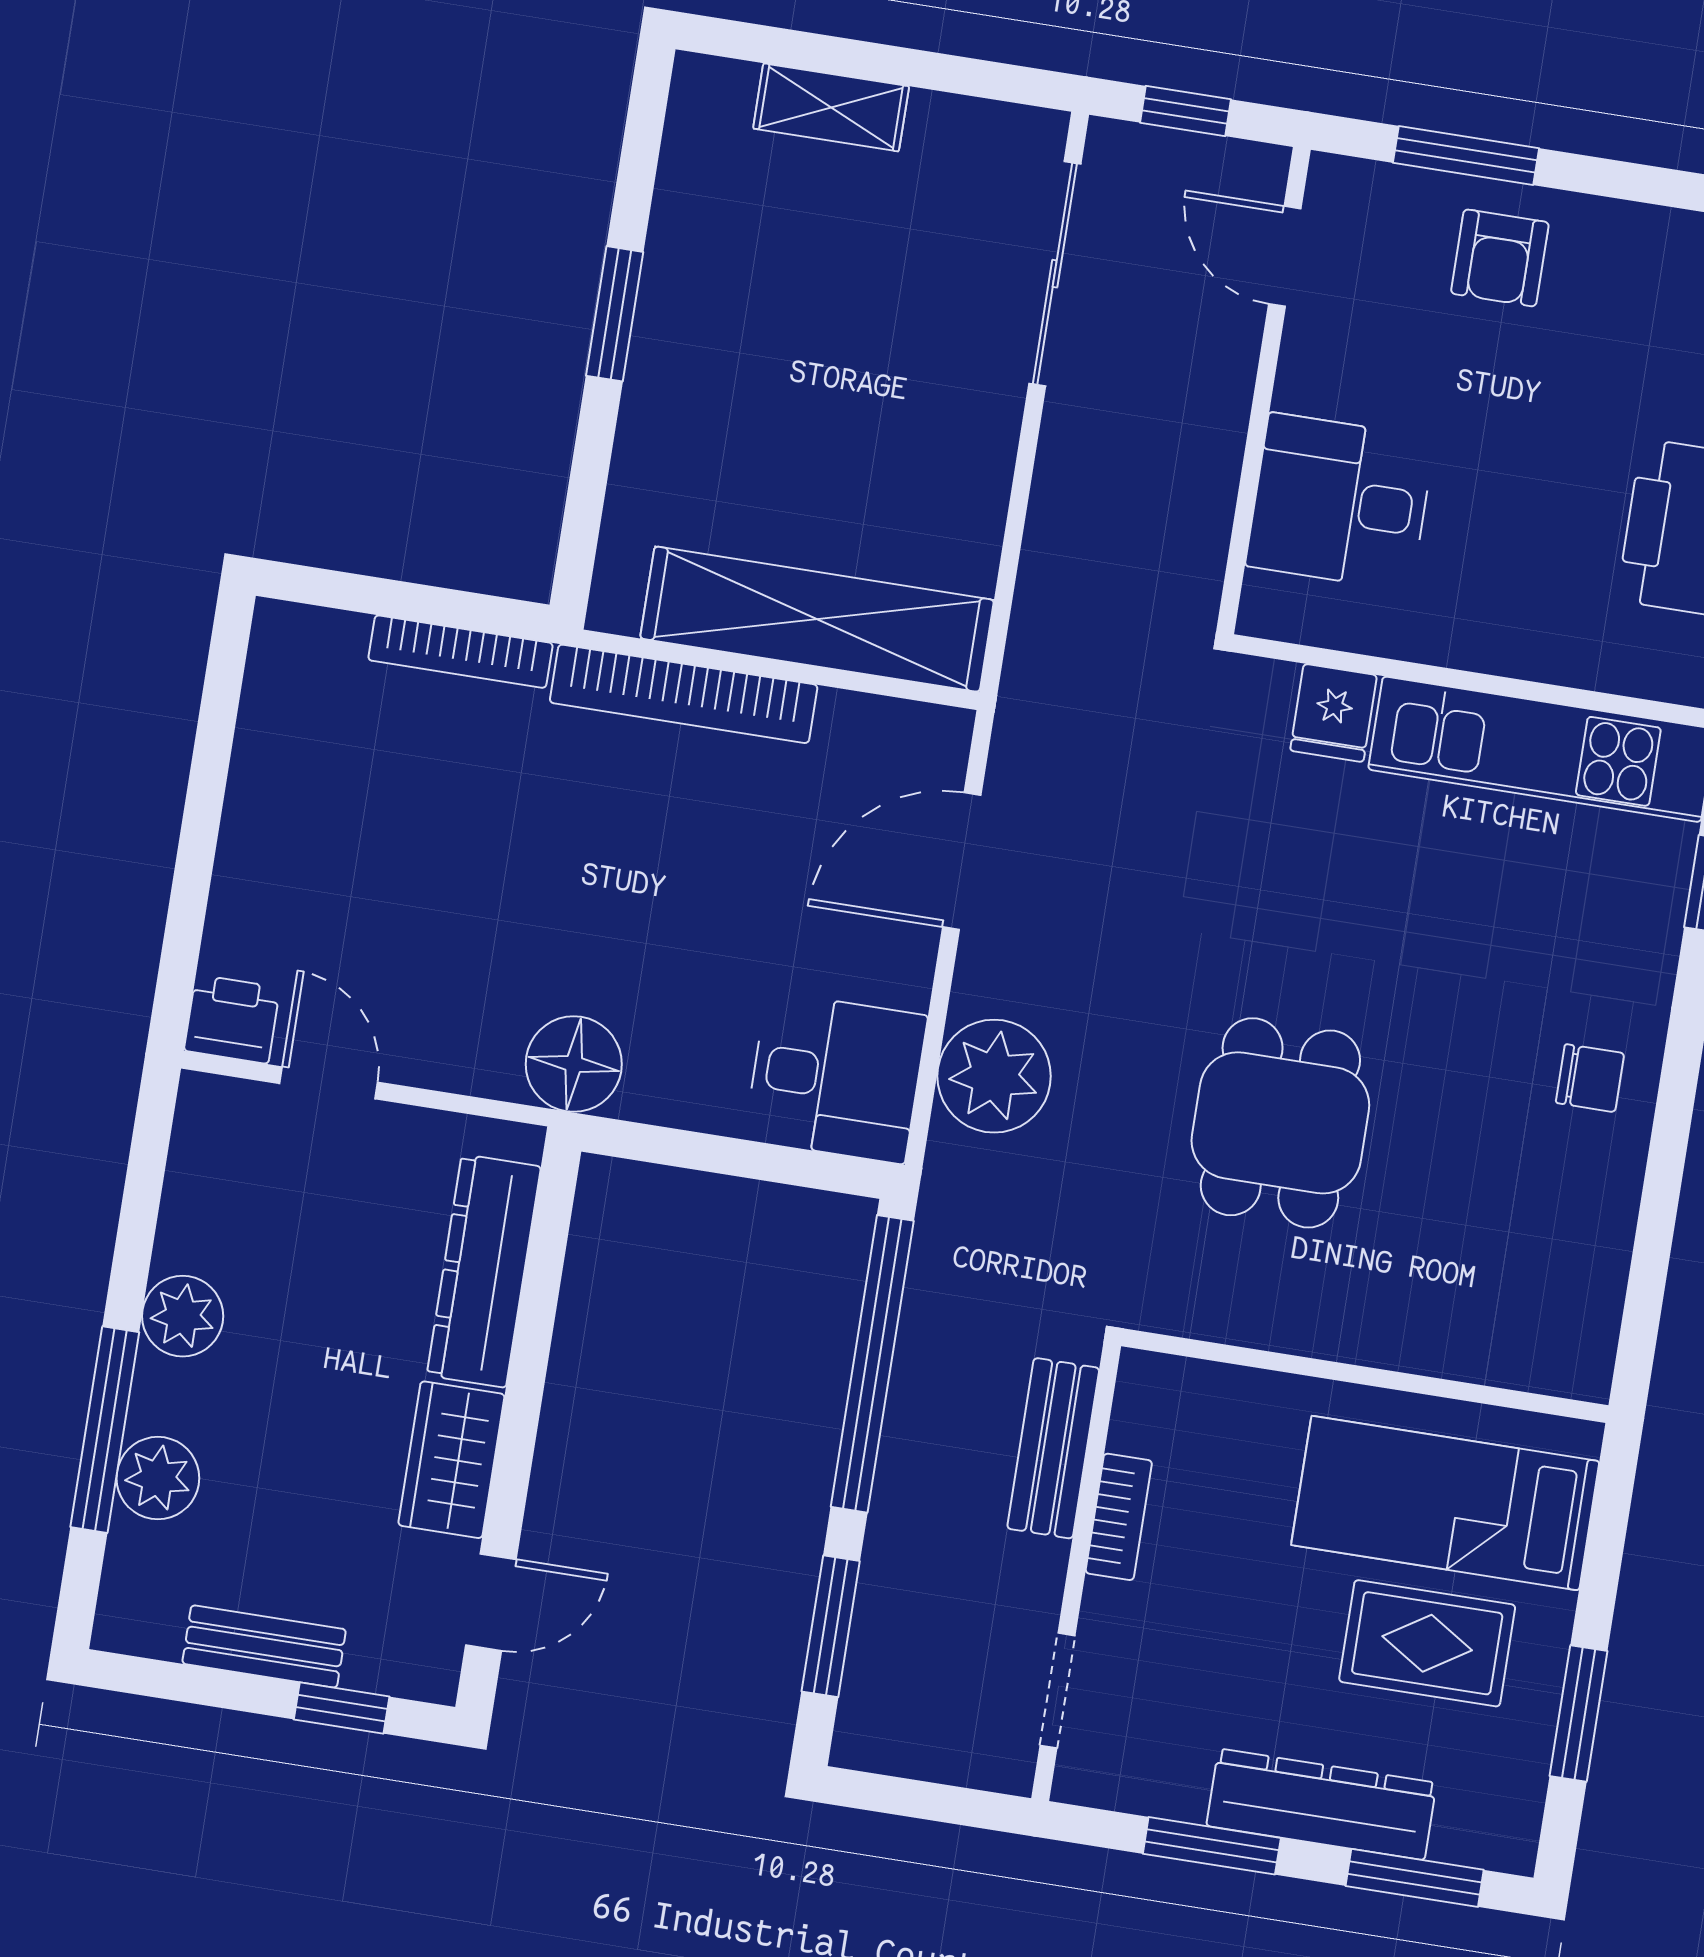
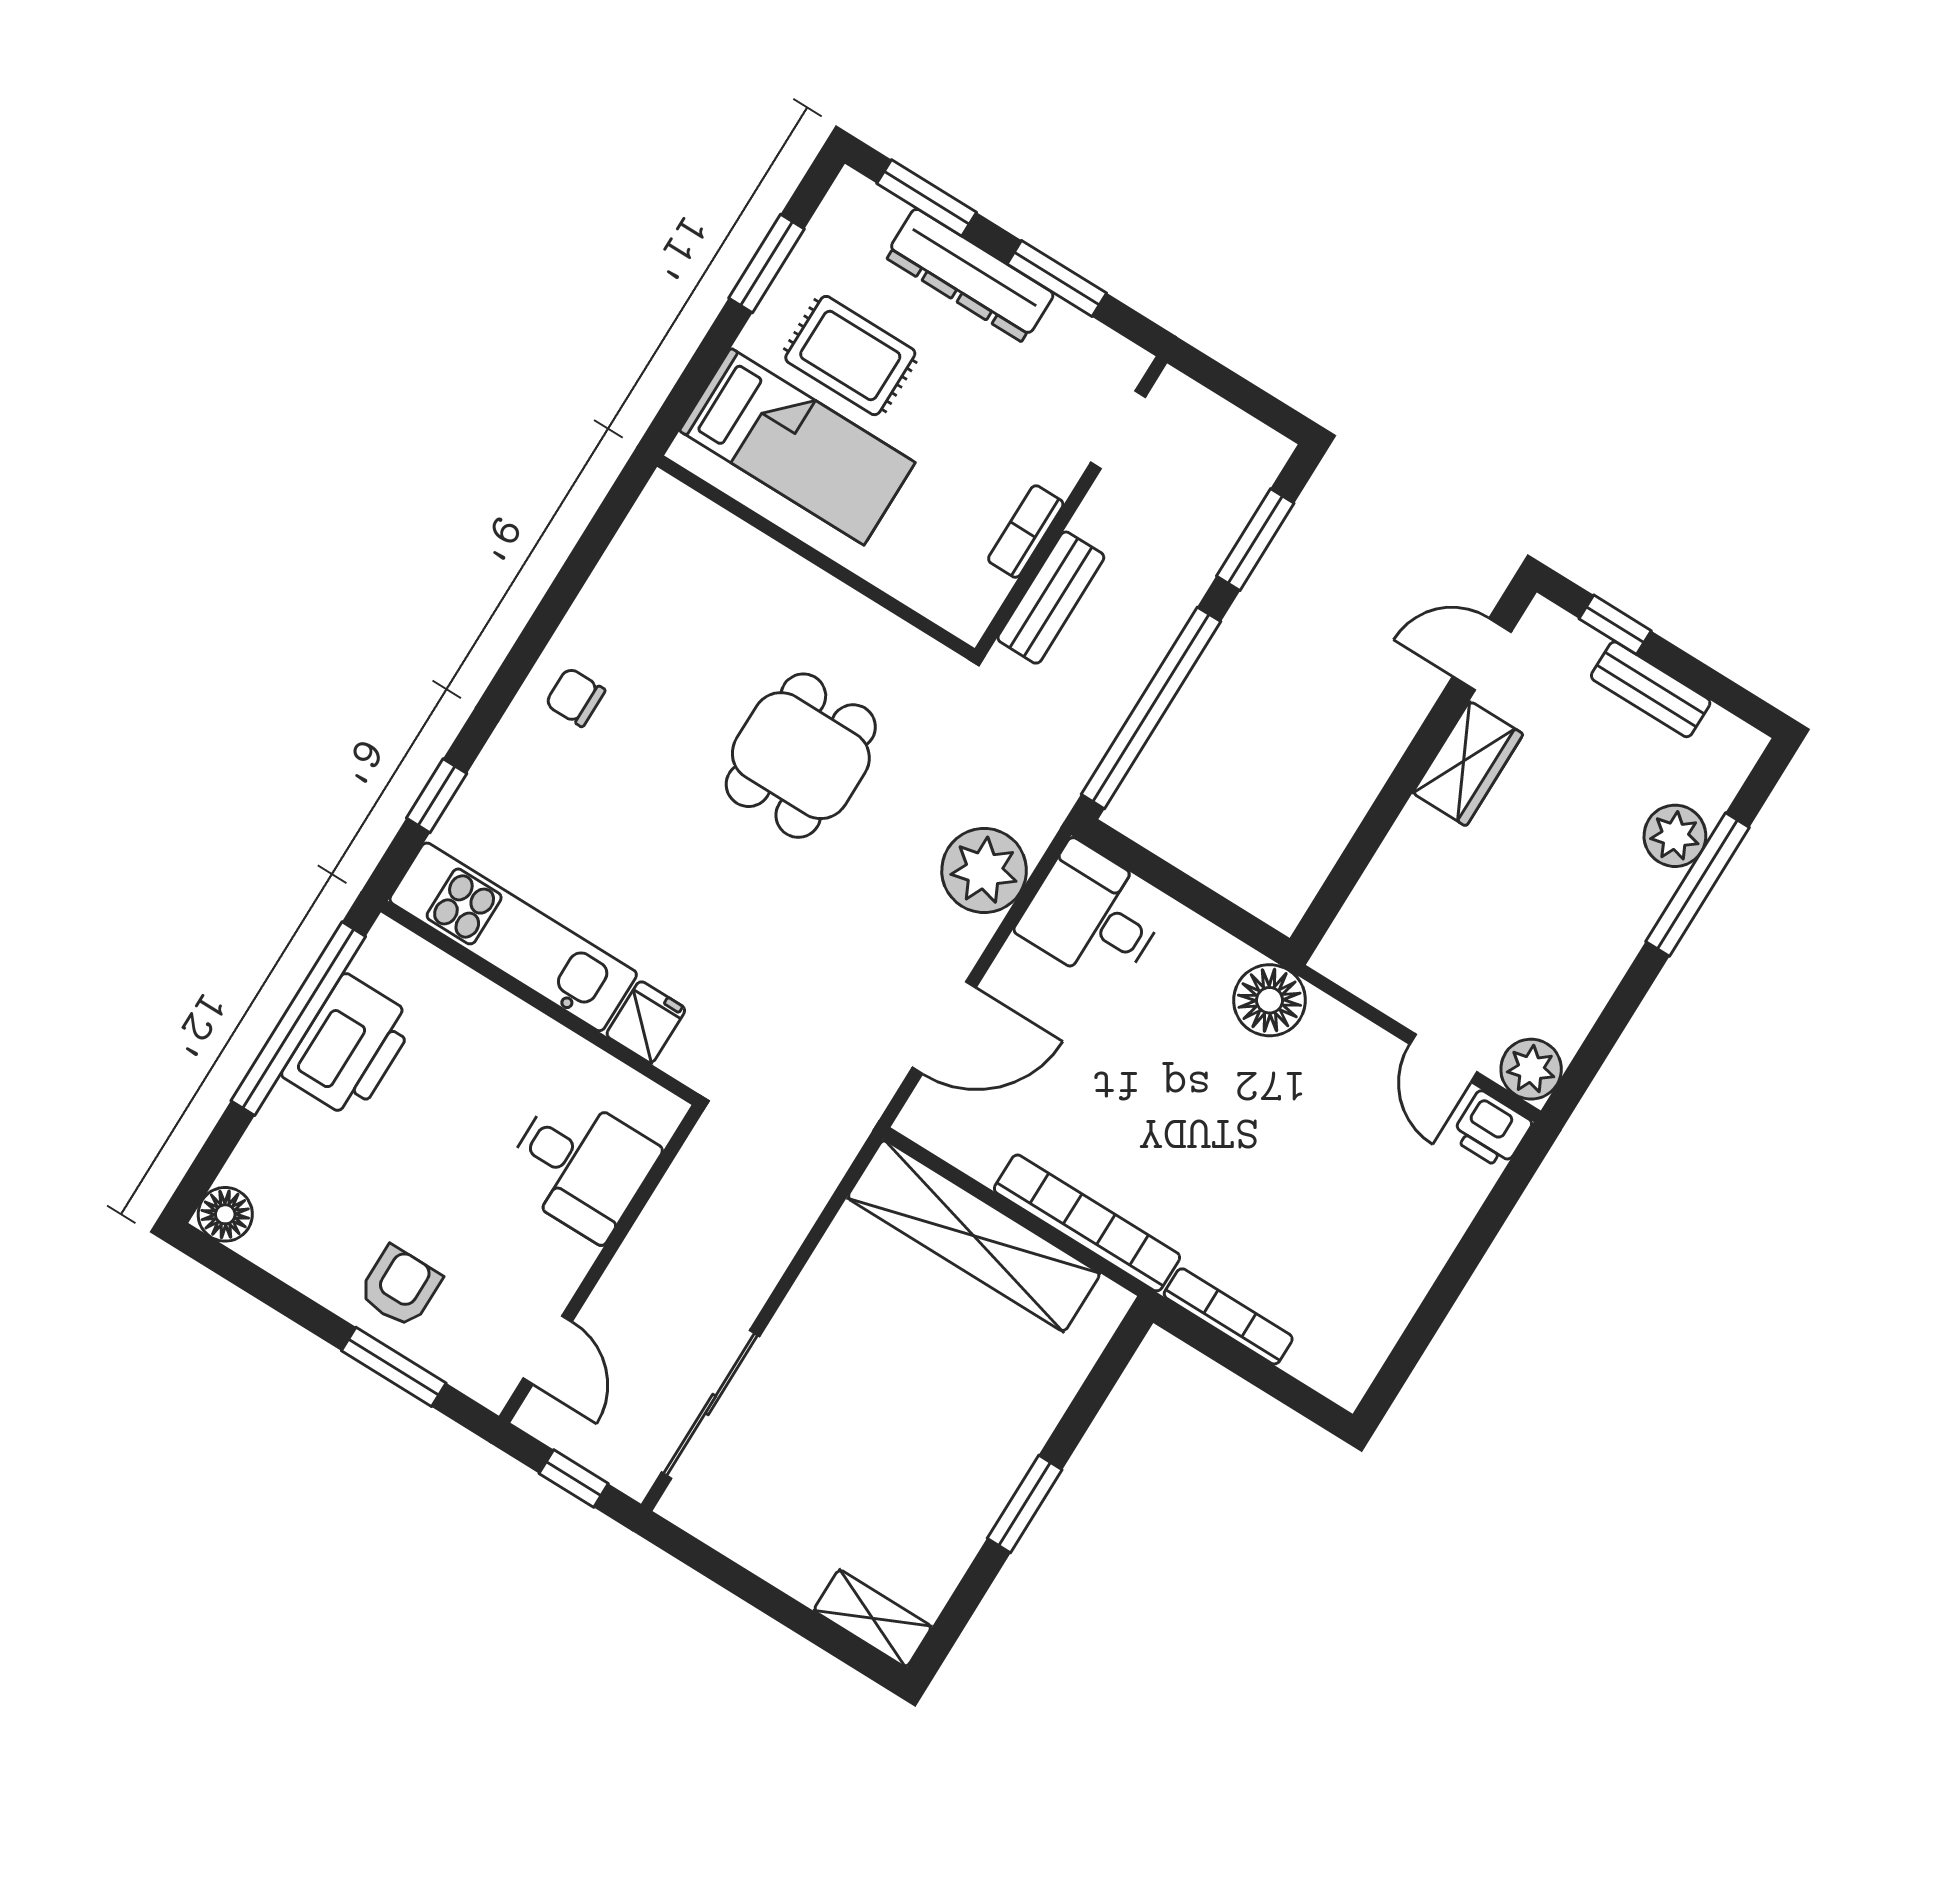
shelving: (831, 107) -> (873, 1618), moved
dresser: (484, 1271) -> (1391, 884), removed
plant: (183, 1316) -> (1531, 1069), moved

